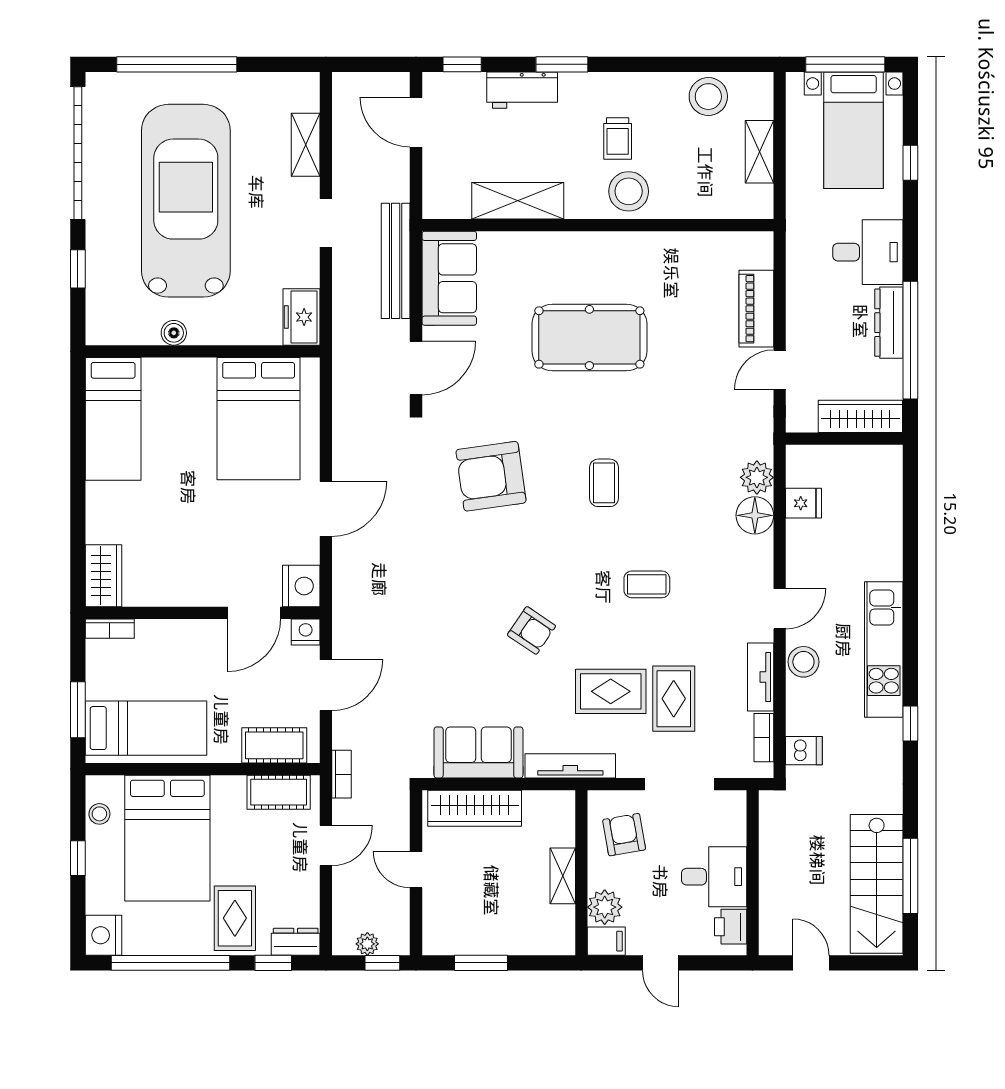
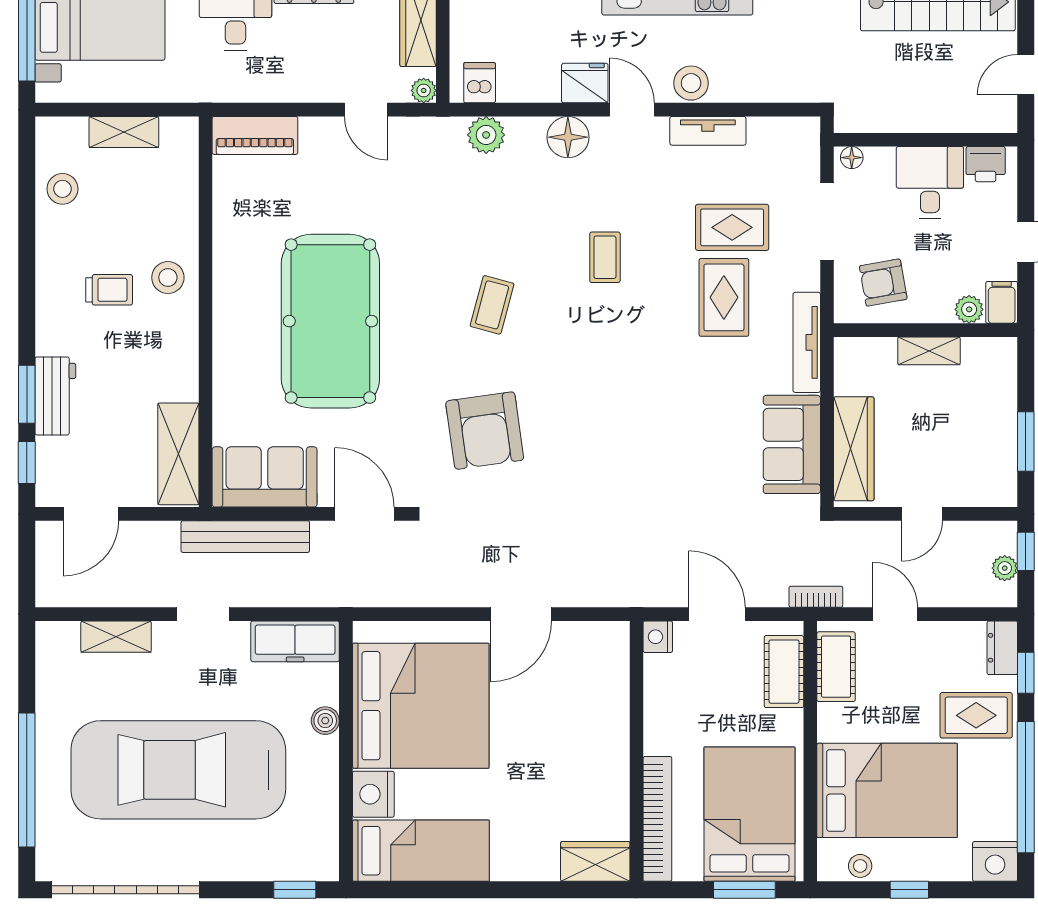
window: (562, 64) -> (27, 394), moved
stool: (708, 97) -> (62, 189), width x0.73, depth x0.73
stool: (629, 191) -> (168, 278), width x0.73, depth x0.73
shelving: (518, 201) -> (178, 454), moved
window: (78, 269) -> (295, 890), moved
piano: (756, 309) -> (255, 135), moved
freezer: (301, 317) -> (295, 641), width x1.40
boiler: (174, 333) -> (325, 721), moved
pool table: (589, 337) -> (330, 321), width x1.36, depth x1.32
bed: (259, 419) -> (421, 706), width x1.36
plant: (797, 421) -> (424, 90), added
coffee table: (604, 483) -> (492, 305), turned -75
fridge: (804, 503) -> (585, 83), moved, width x1.38
door: (326, 509) -> (521, 614), swing flipped
floor lamp: (755, 515) -> (568, 137), moved
nightstand: (301, 586) -> (373, 794), moved, turned -90
door: (254, 613) -> (637, 694), removed
bookcase: (110, 629) -> (657, 819), width x2.31, depth x1.31
armchair: (531, 630) -> (656, 386), removed
bed: (146, 728) -> (749, 814), width x1.50
bookcase: (764, 738) -> (775, 127), removed
dishwasher: (804, 751) -> (480, 83), moved
floor lamp: (736, 806) -> (852, 158), added
plant: (605, 907) -> (969, 309), width x0.73, depth x0.73

